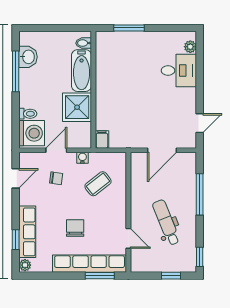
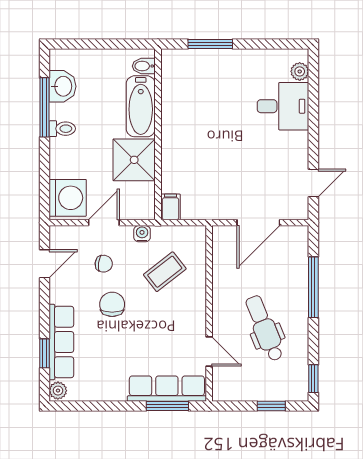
toilet: (28, 114) -> (62, 129), moved
chair: (75, 228) -> (112, 304), moved
row of seats: (90, 264) -> (167, 389), width x0.73

